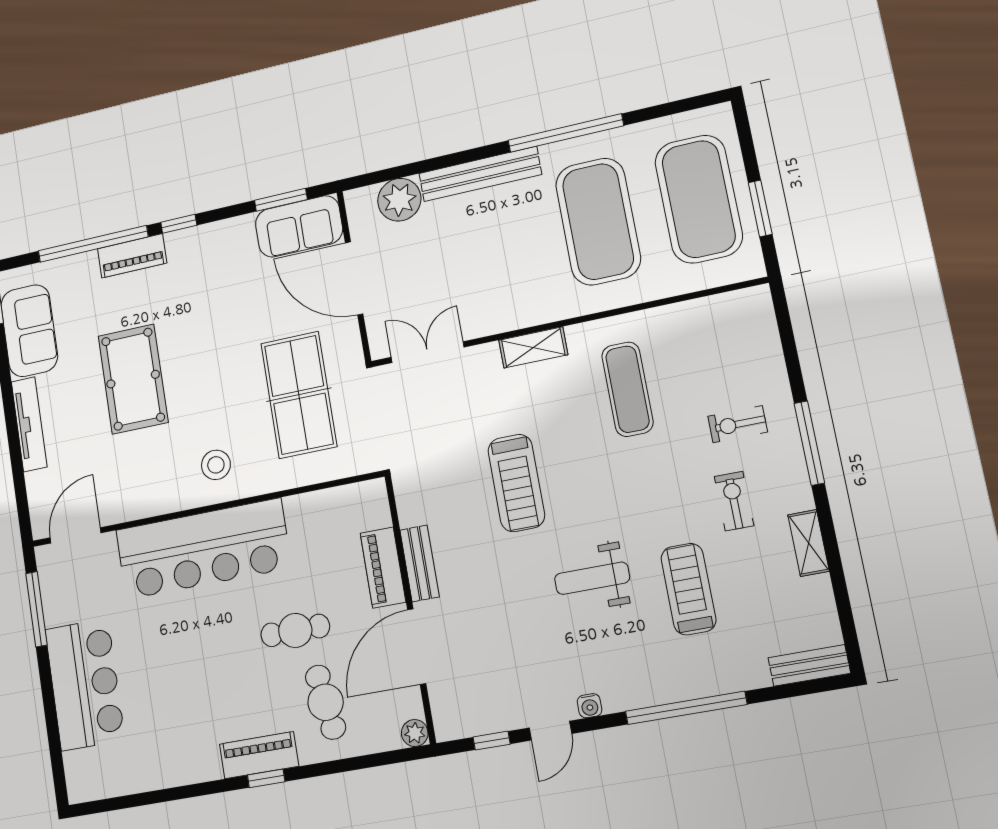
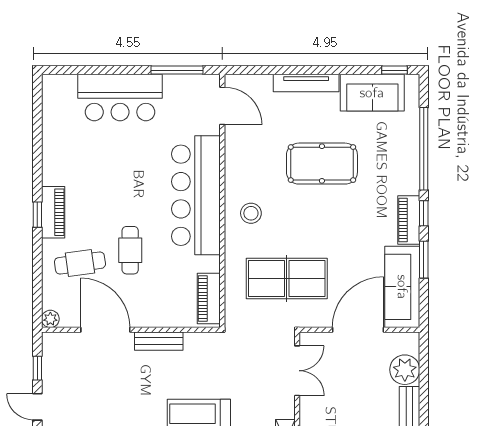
window: (281, 200) -> (424, 260), moved
sofa: (299, 226) -> (402, 287), width x1.36
piano: (132, 256) -> (409, 220), moved
piano: (383, 568) -> (209, 299), moved, turned -90

